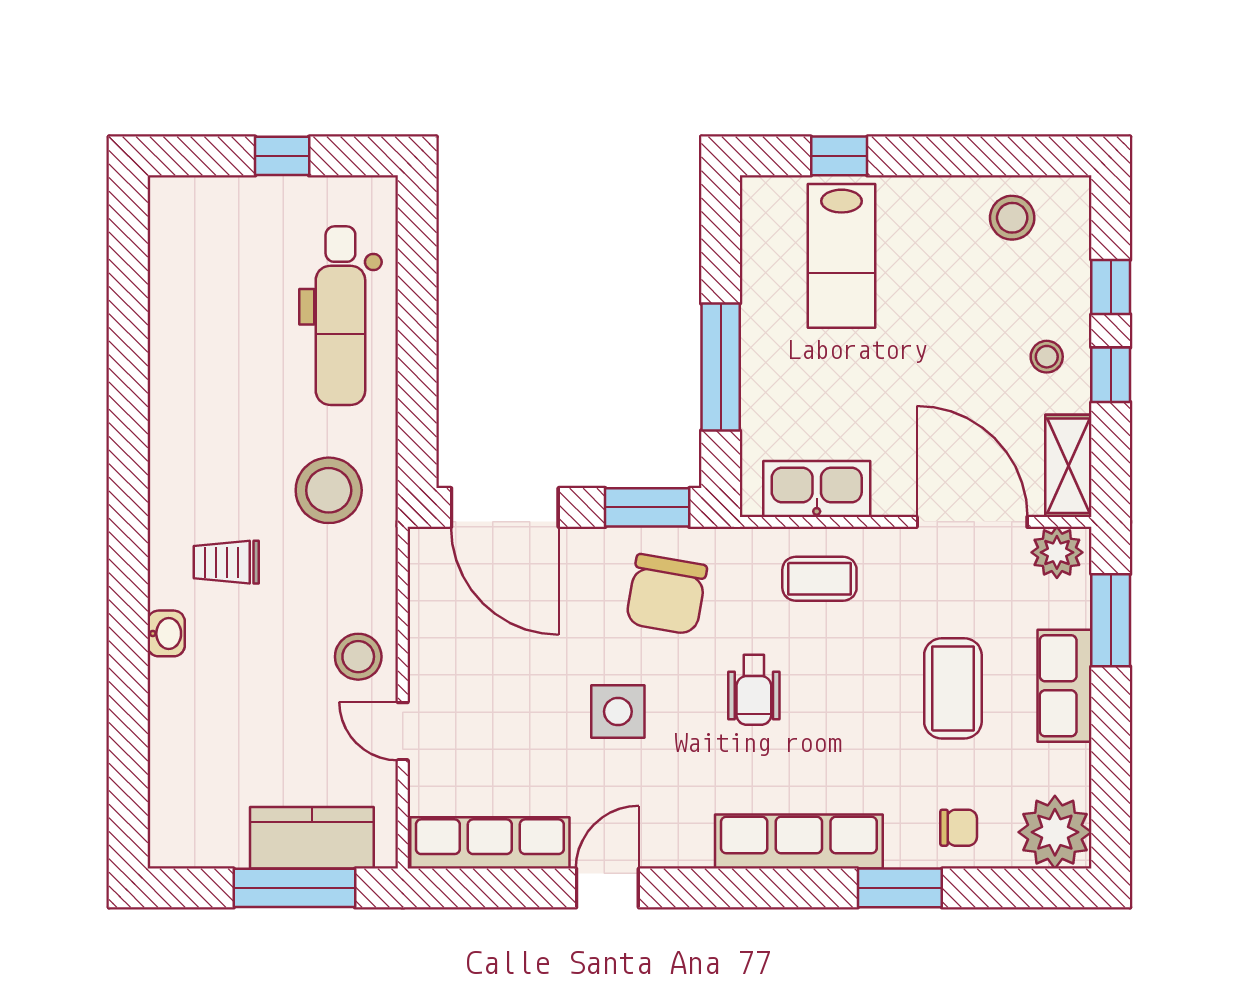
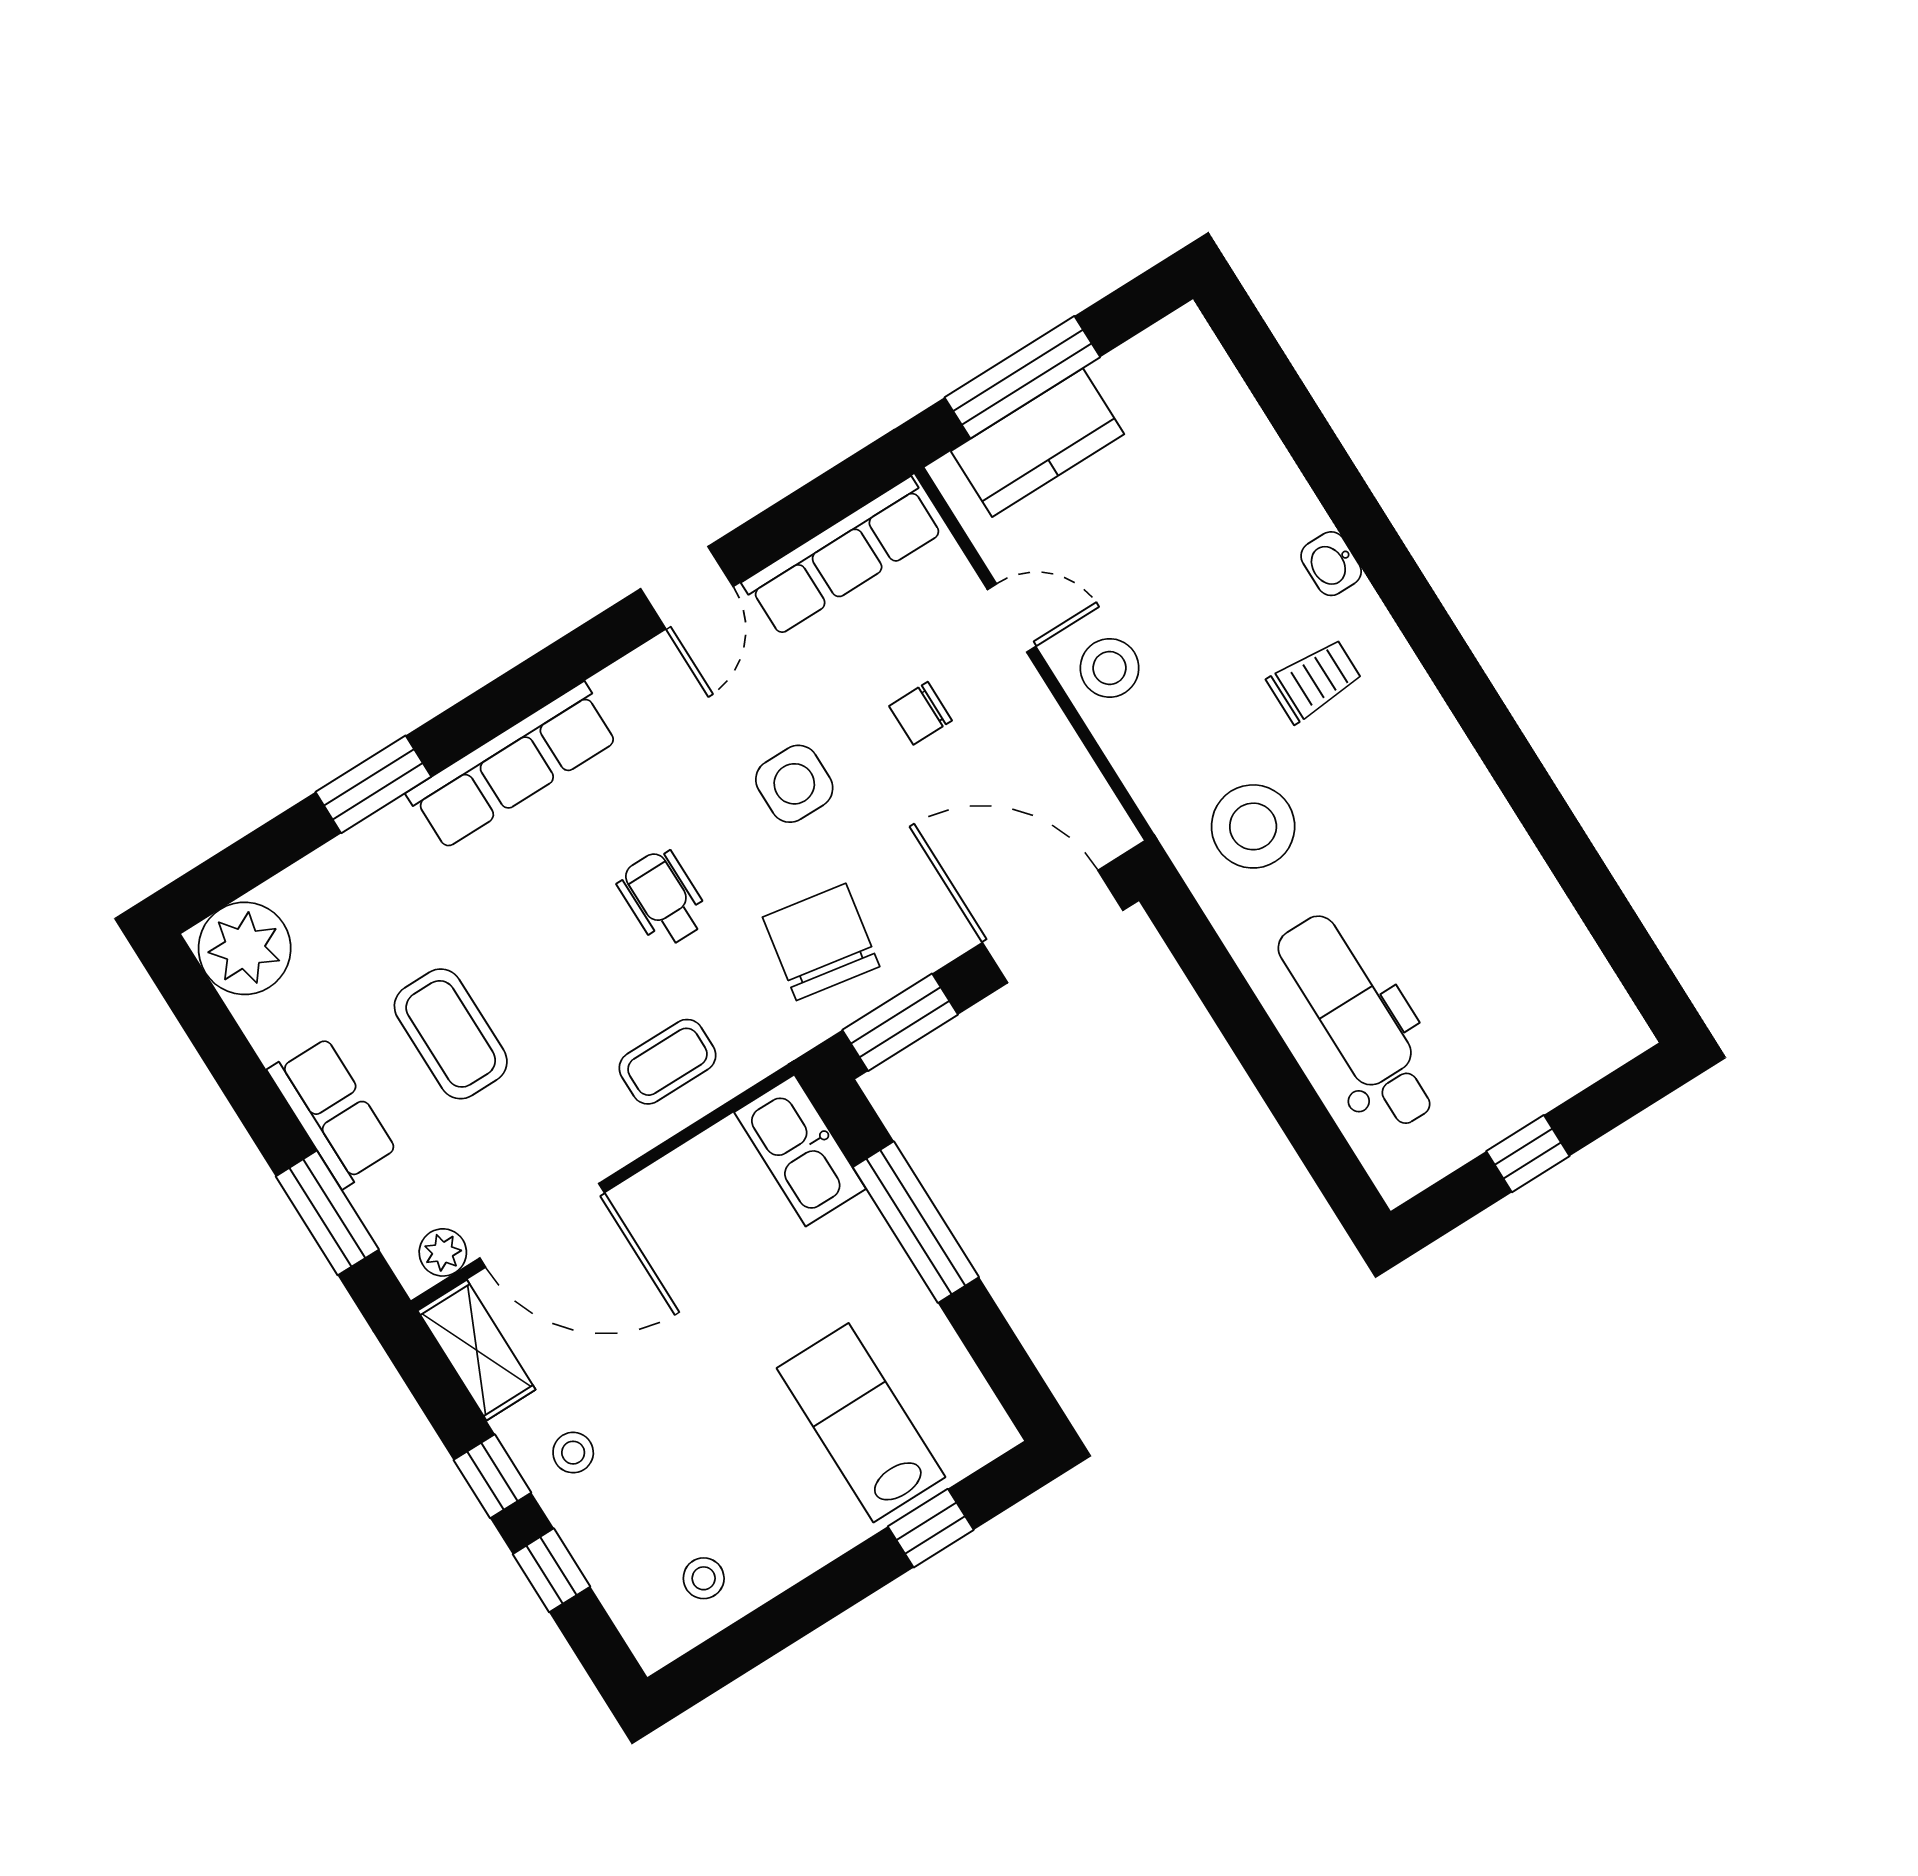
stool: (1012, 218) -> (704, 1578), width x0.73, depth x0.73
kitchen sink: (817, 489) -> (800, 1150), moved, turned 90
plant: (1057, 552) -> (443, 1252), width x0.73, depth x0.73
chair: (959, 828) -> (921, 713), moved

